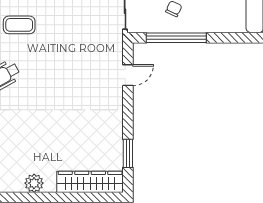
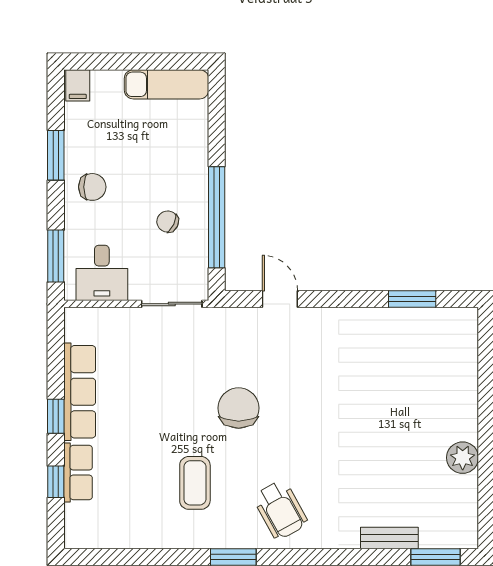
chair: (63, 51) -> (239, 408), added
wardrobe: (90, 182) -> (460, 363), removed

